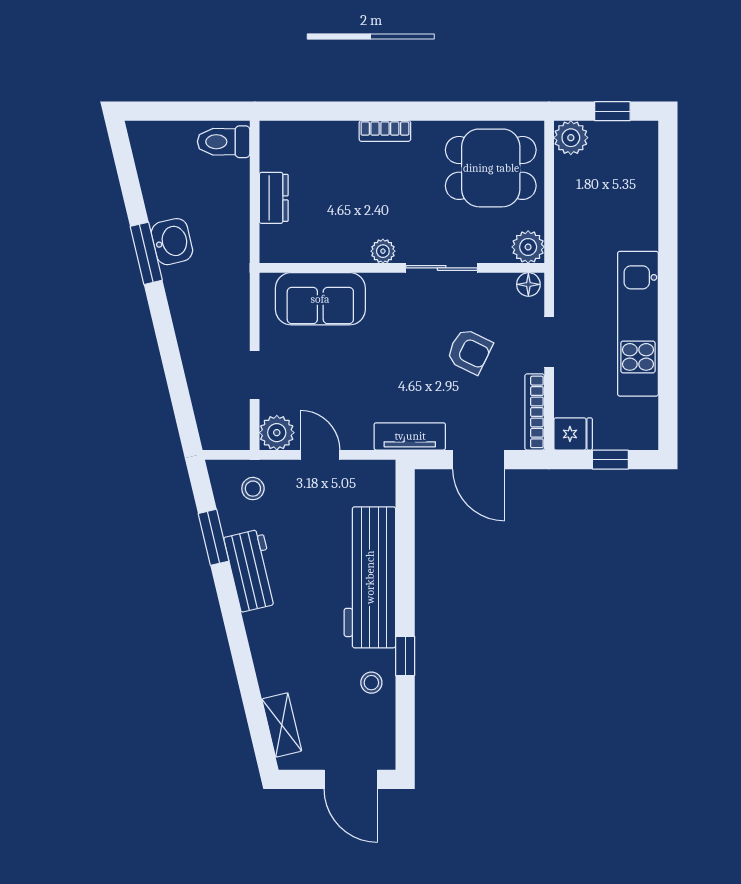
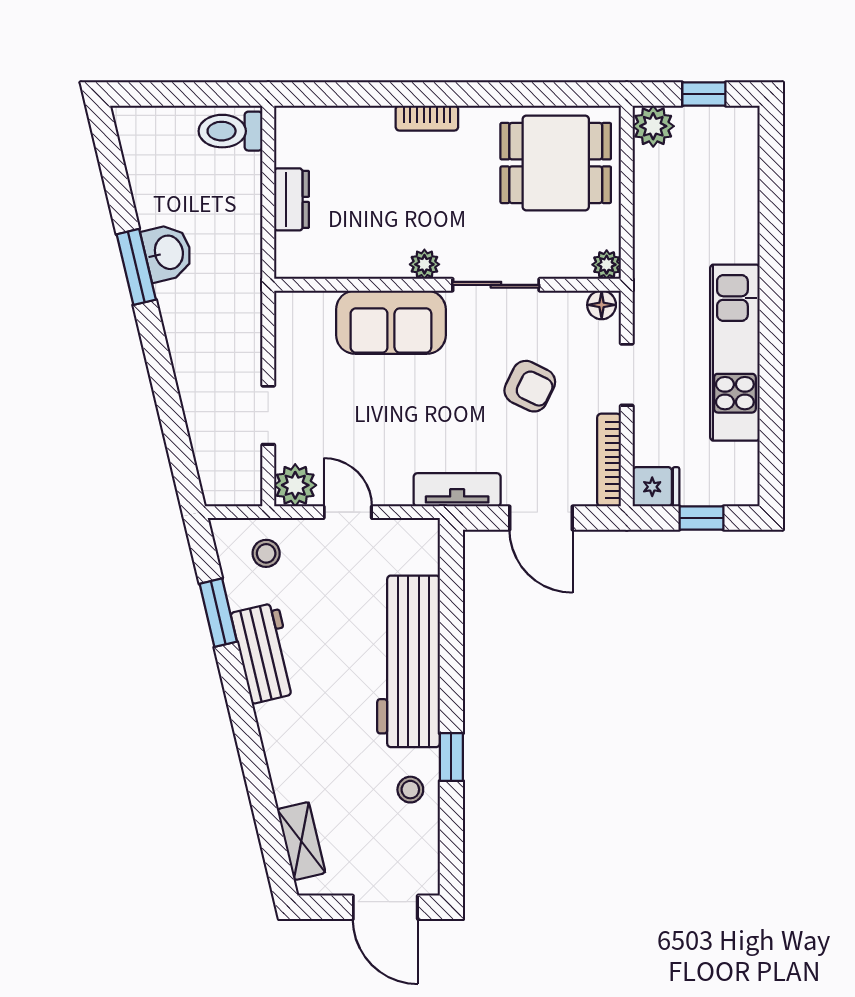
plant: (528, 247) -> (607, 265), width x0.73, depth x0.73
sofa: (320, 299) -> (391, 322), moved

